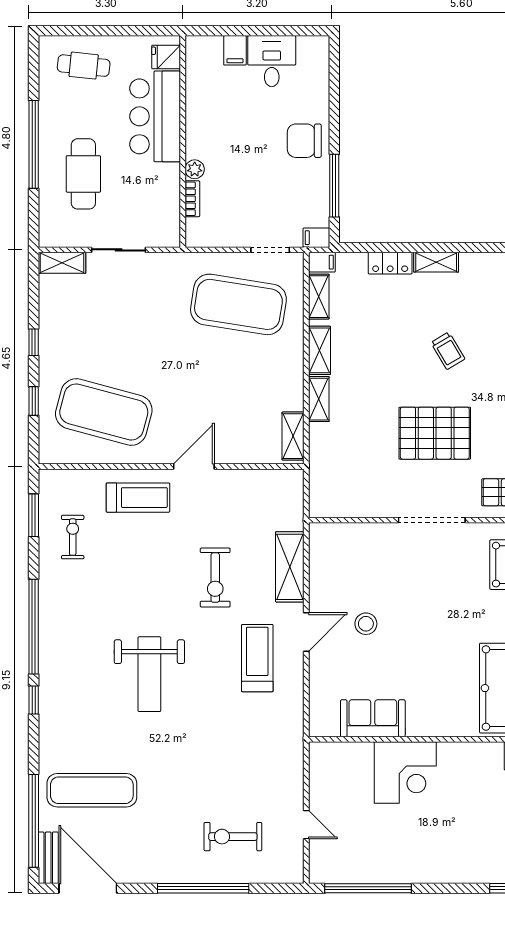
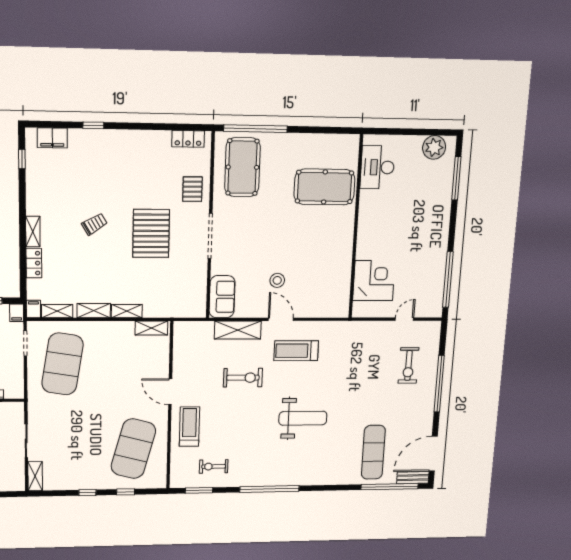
window: (34, 700) -> (315, 488), removed
sofa: (373, 718) -> (222, 297), moved, turned 180
corner desk: (405, 772) -> (374, 281), moved

